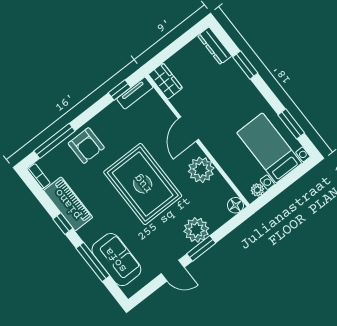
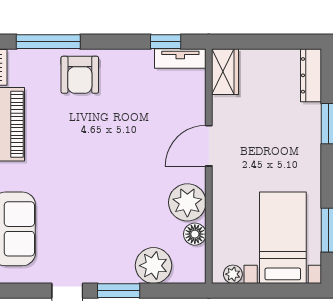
rug: (143, 184) -> (109, 167), removed
floor lamp: (236, 205) -> (195, 234), moved
plant: (196, 230) -> (154, 266), moved

